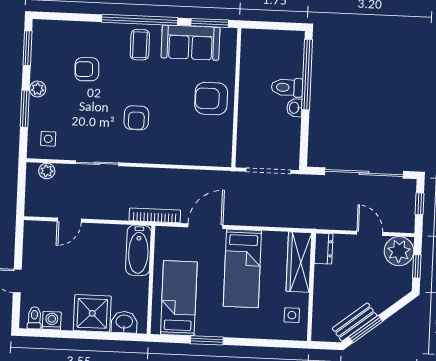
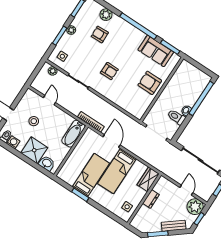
plant: (78, 32) -> (106, 15), added
coffee table: (140, 45) -> (131, 38), removed
toilet: (287, 87) -> (176, 117), moved
armchair: (136, 118) -> (109, 71), turned -90
door: (69, 220) -> (49, 100), swing flipped
door: (205, 226) -> (111, 141), hinge flipped
dresser: (324, 249) -> (151, 199), moved
wardrobe: (299, 262) -> (148, 179), width x0.67
stool: (64, 268) -> (34, 121), added
bed: (179, 298) -> (91, 175), moved
bench: (355, 322) -> (174, 226), moved

